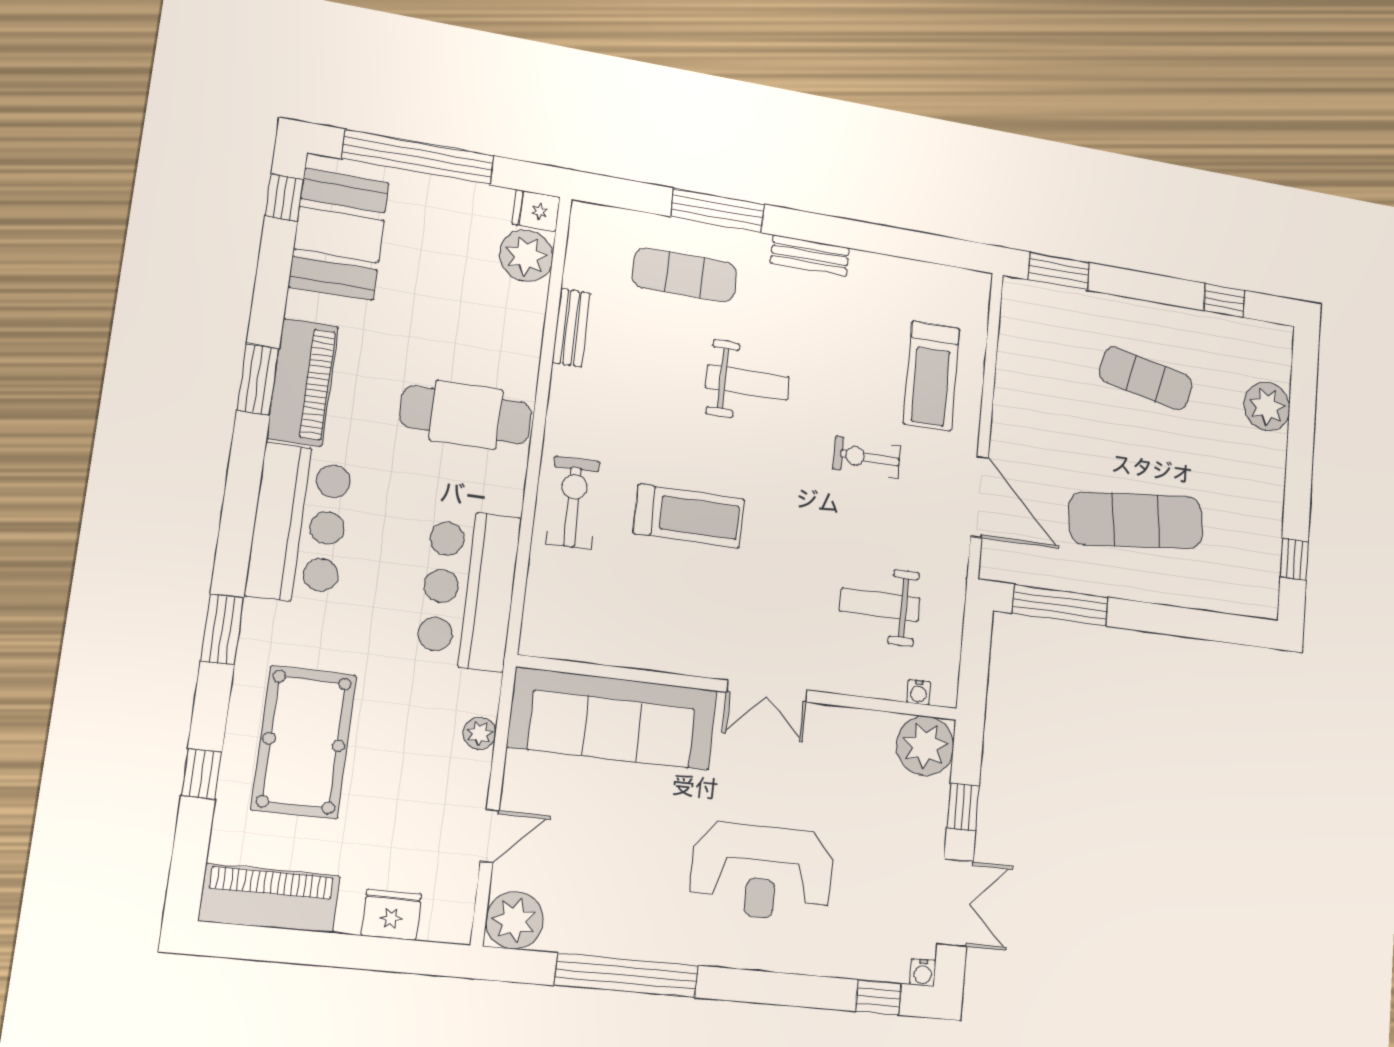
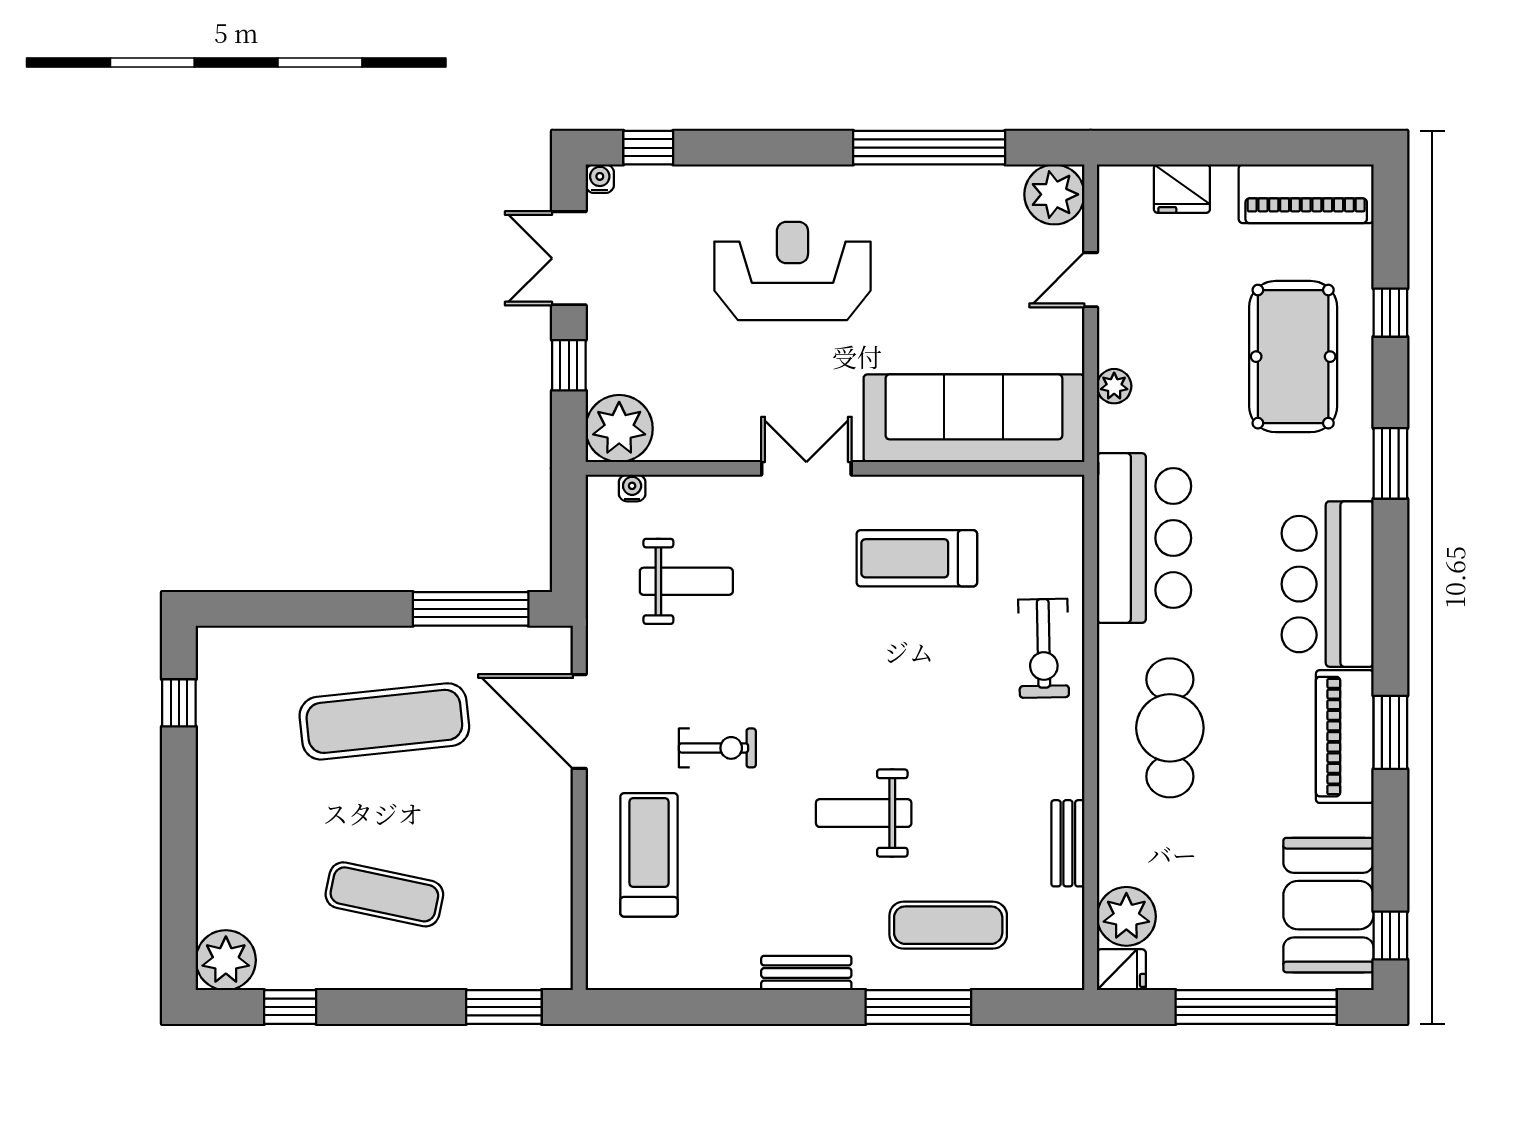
plant: (1267, 407) -> (226, 960), moved
cafe table: (466, 415) -> (1170, 728), turned 90
treadmill: (689, 516) -> (917, 558), moved

